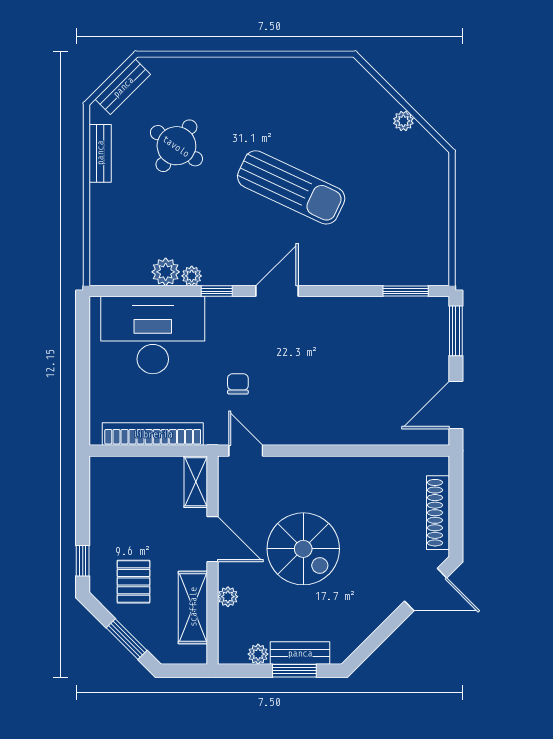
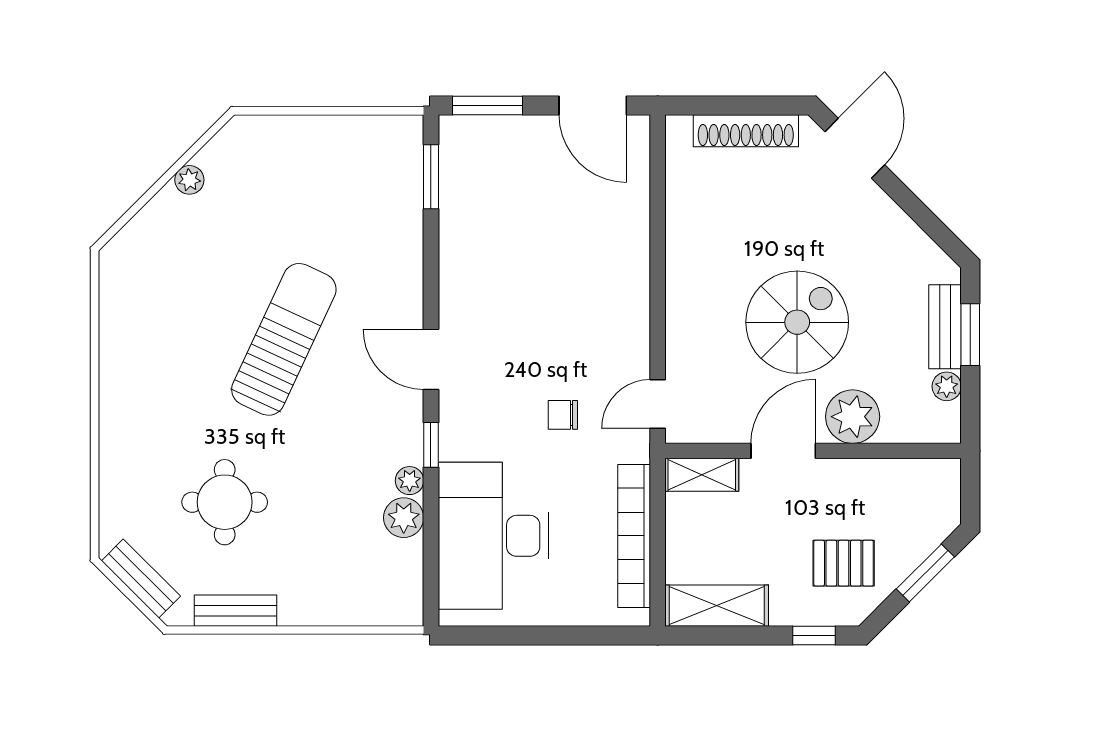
round table: (176, 146) -> (225, 502), turned -35
plant: (228, 597) -> (853, 417), width x1.88, depth x1.88
shelving: (193, 607) -> (717, 606), moved

